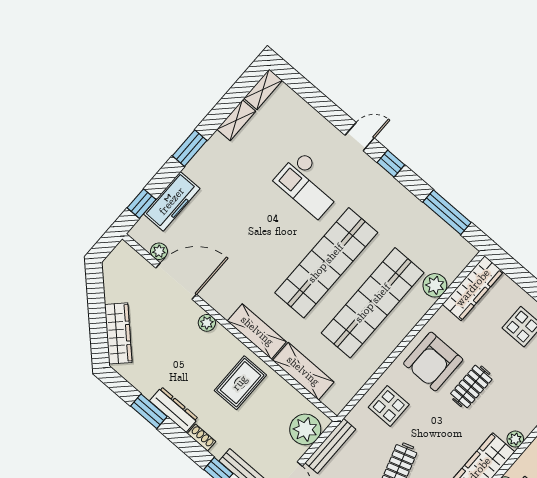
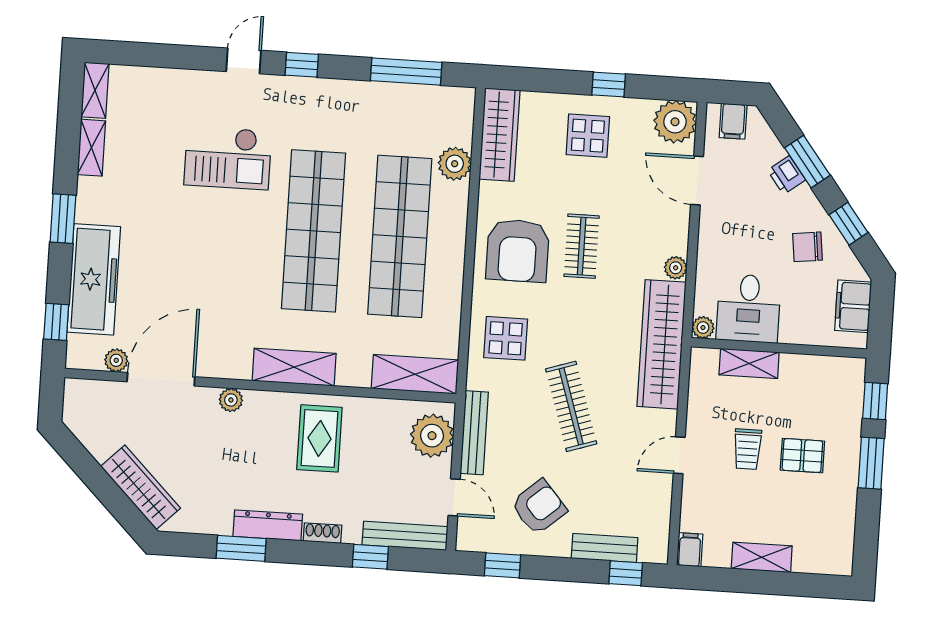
freezer: (172, 201) -> (94, 279), width x1.36, depth x1.26
shelving: (303, 371) -> (415, 374), moved

